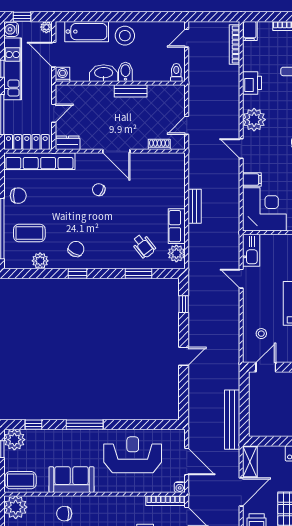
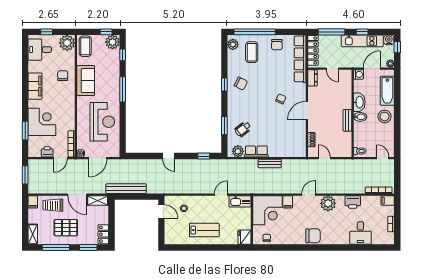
plant: (40, 261) -> (233, 44), moved

